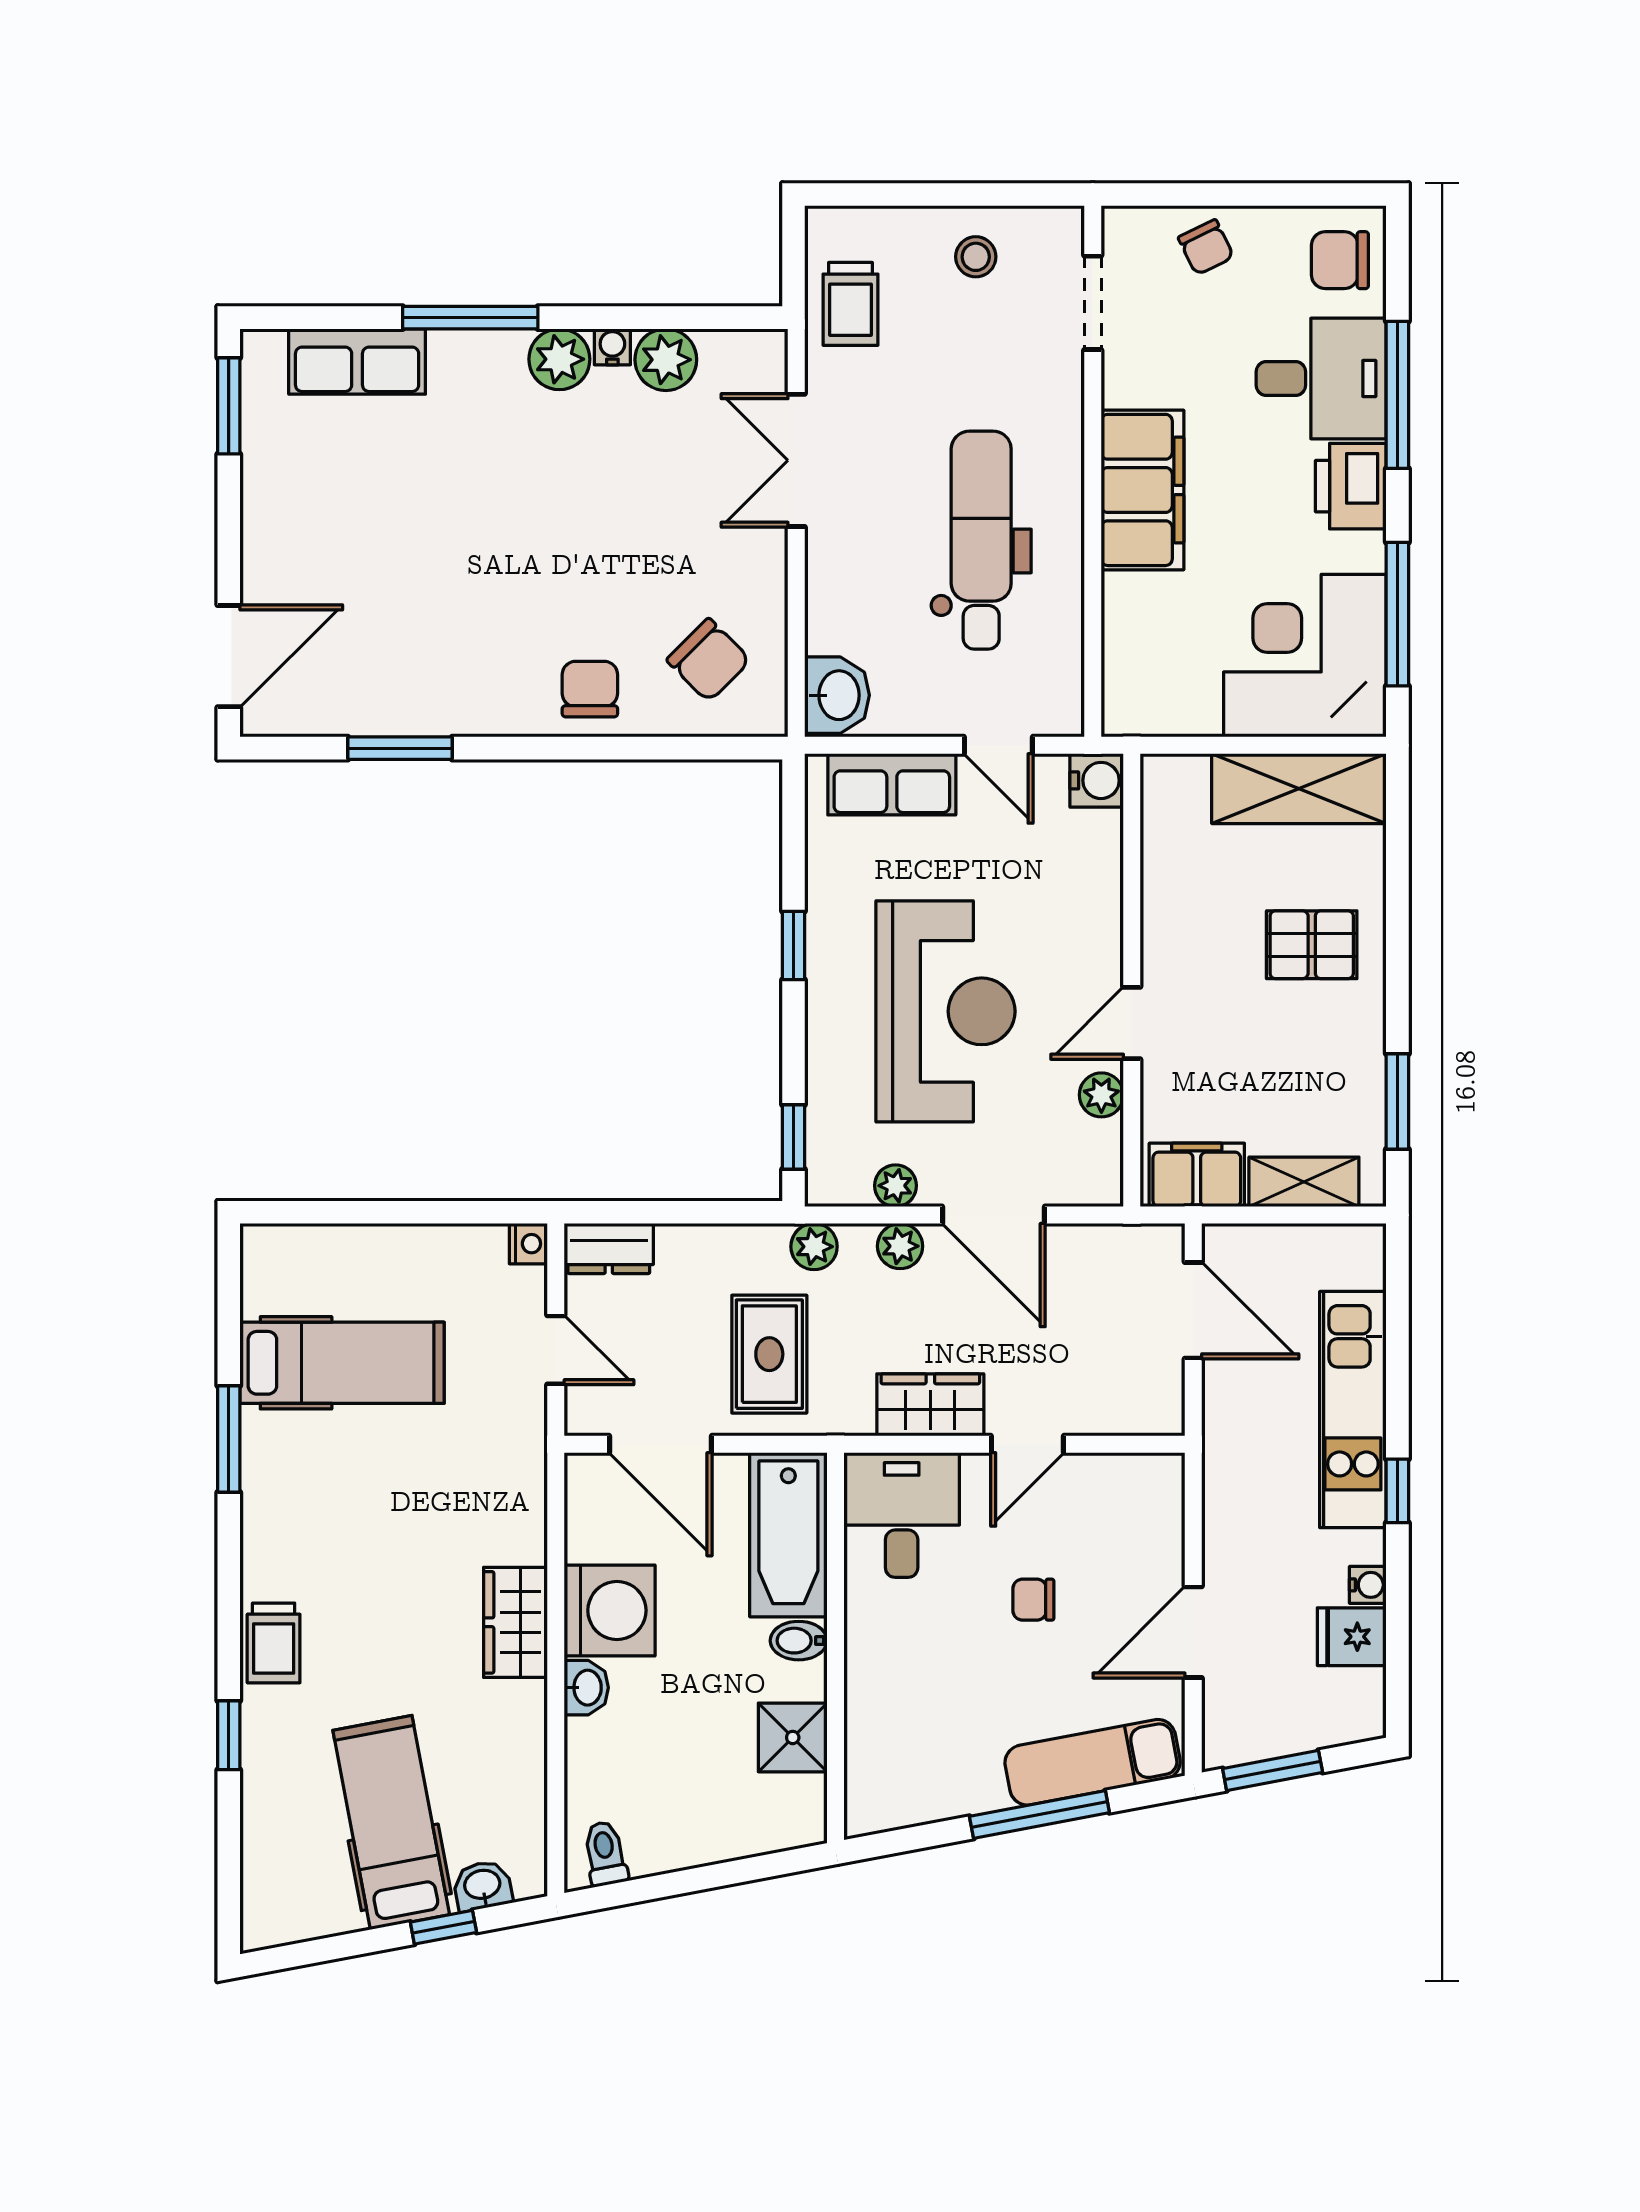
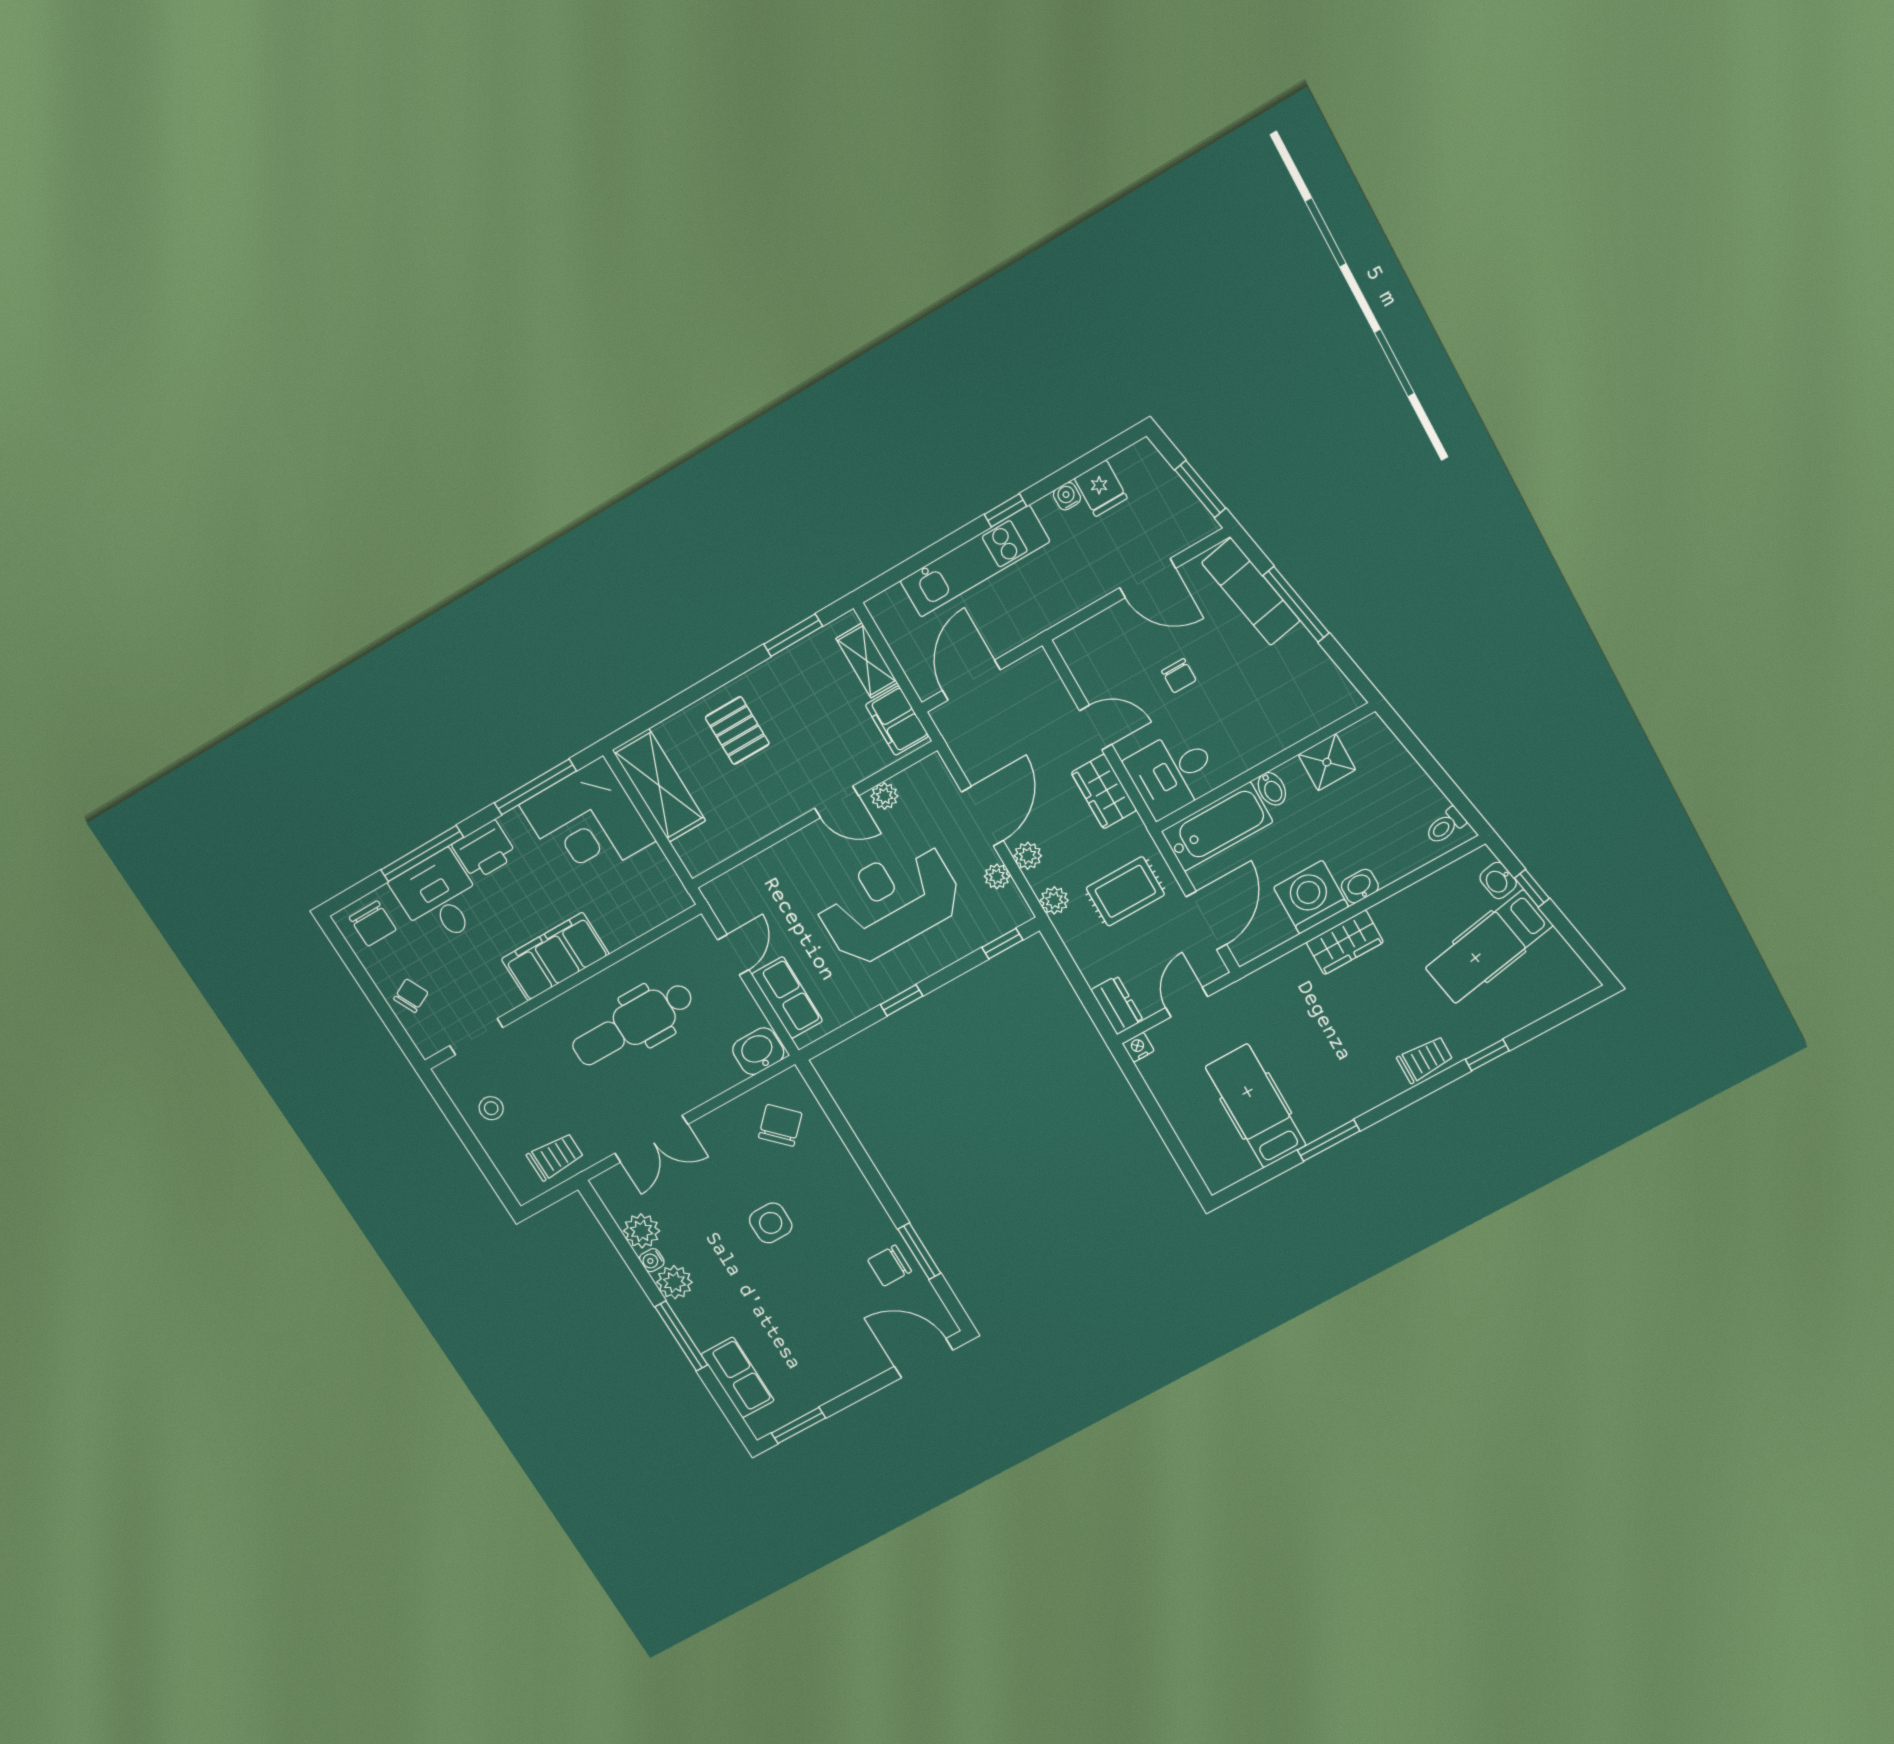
side table: (569, 556) -> (771, 1223), added
chair: (590, 689) -> (890, 1266), moved
water cooler: (1097, 780) -> (720, 894), removed

